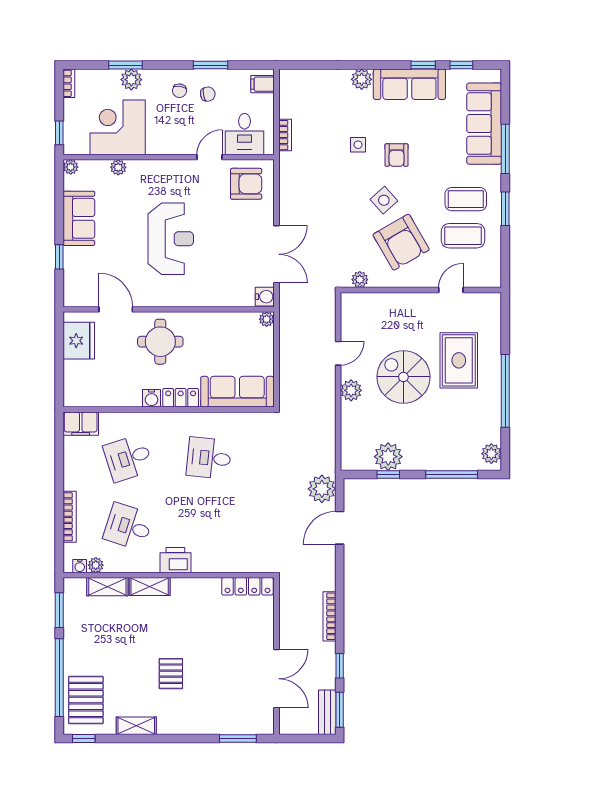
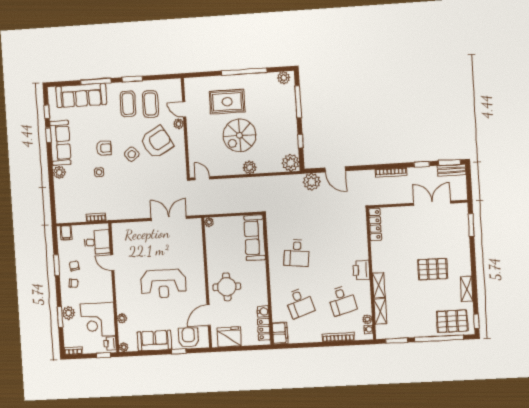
printer: (78, 145) -> (110, 343), added
armchair: (246, 184) -> (189, 338), moved
reception desk: (171, 239) -> (163, 284), turned 180
plant: (360, 280) -> (179, 124), moved
water cooler: (265, 297) -> (195, 224), removed
door: (338, 353) -> (202, 178), moved
water cooler: (152, 398) -> (263, 312), moved
locker: (181, 398) -> (264, 330), moved
plant: (388, 457) -> (291, 163), moved
desk: (128, 527) -> (342, 300), turned -33
pallet: (171, 674) -> (433, 269), width x1.50, depth x1.42

